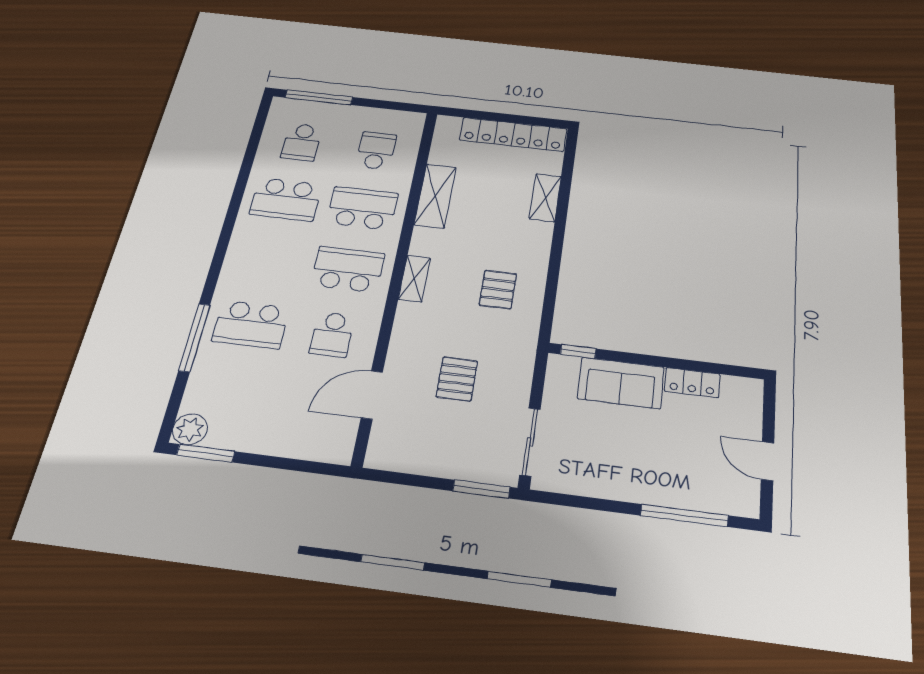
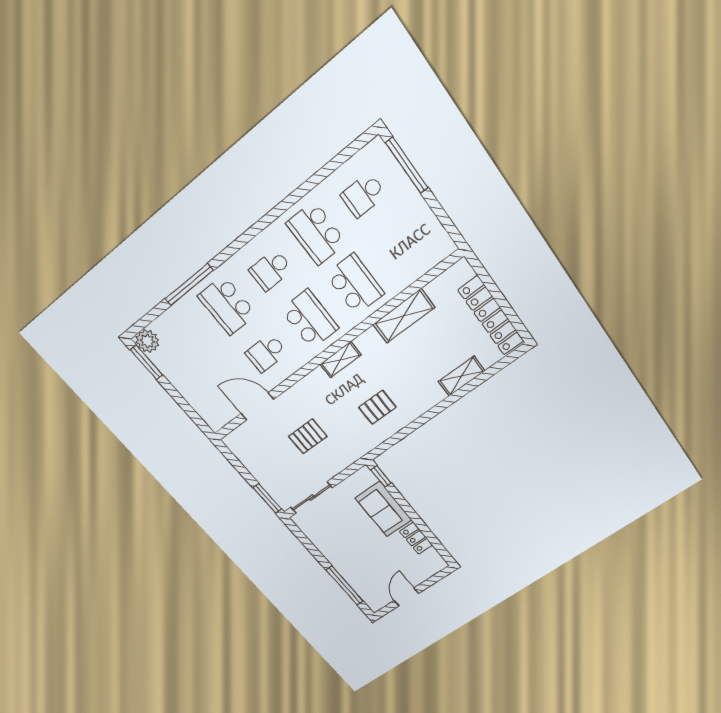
school desk: (376, 151) -> (271, 270), moved, turned 180

